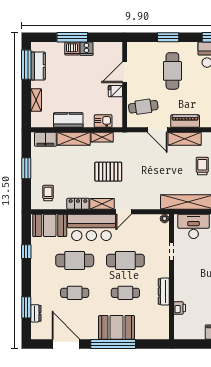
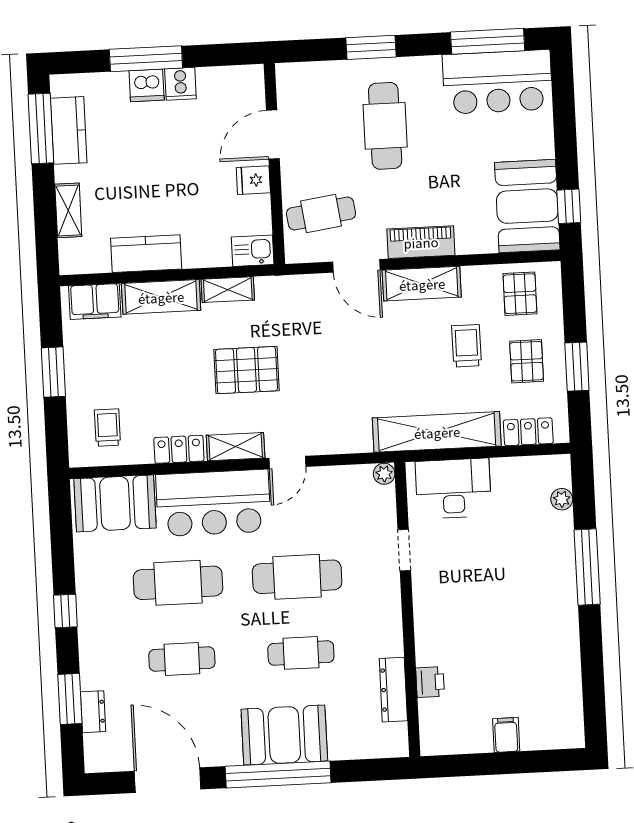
kitchen sink: (103, 121) -> (253, 251), moved
window: (26, 252) -> (65, 611), moved
dresser: (164, 292) -> (393, 690), moved

